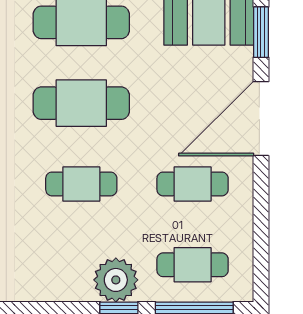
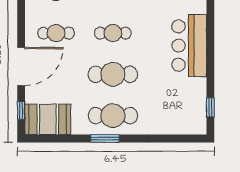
window: (261, 32) -> (21, 111), width x0.67

